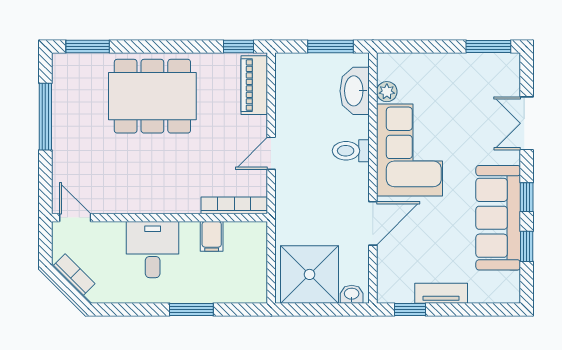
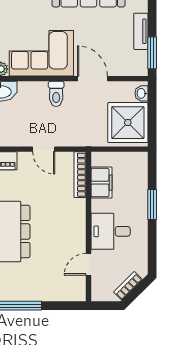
toilet: (351, 151) -> (56, 94), moved
door: (75, 218) -> (88, 264), moved
filing cabinet: (212, 236) -> (101, 183), width x2.00
window: (410, 309) -> (152, 53), width x1.50

